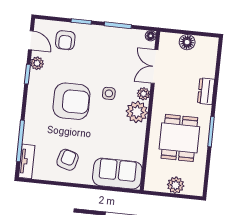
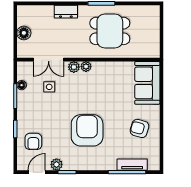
floor lamp: (151, 36) -> (22, 85), moved
armchair: (65, 40) -> (33, 141), turned 90
side table: (109, 93) -> (49, 87), moved
plant: (137, 112) -> (86, 67), width x0.53, depth x0.53
tv unit: (27, 161) -> (132, 165), moved
plant: (176, 185) -> (152, 30), removed

